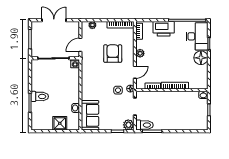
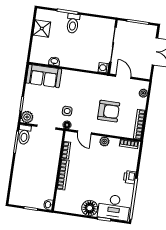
printer: (164, 29) -> (130, 177), width x0.53, depth x0.68
shower: (60, 123) -> (42, 28), moved

